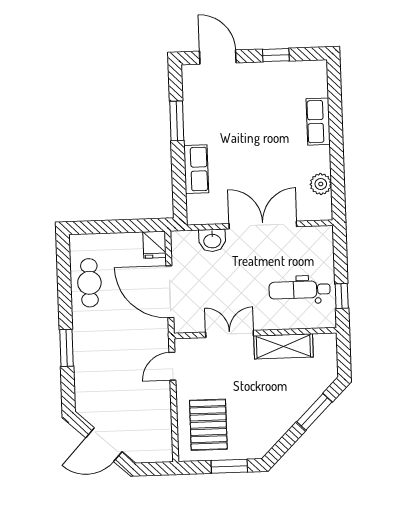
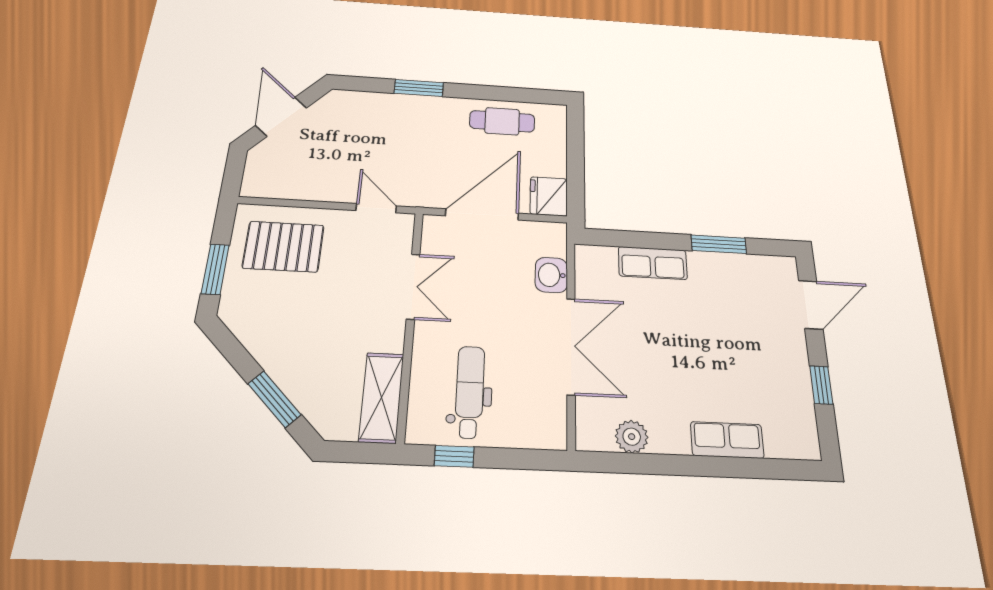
fridge: (155, 245) -> (549, 196), width x1.38
shelving: (283, 346) -> (381, 397), moved

